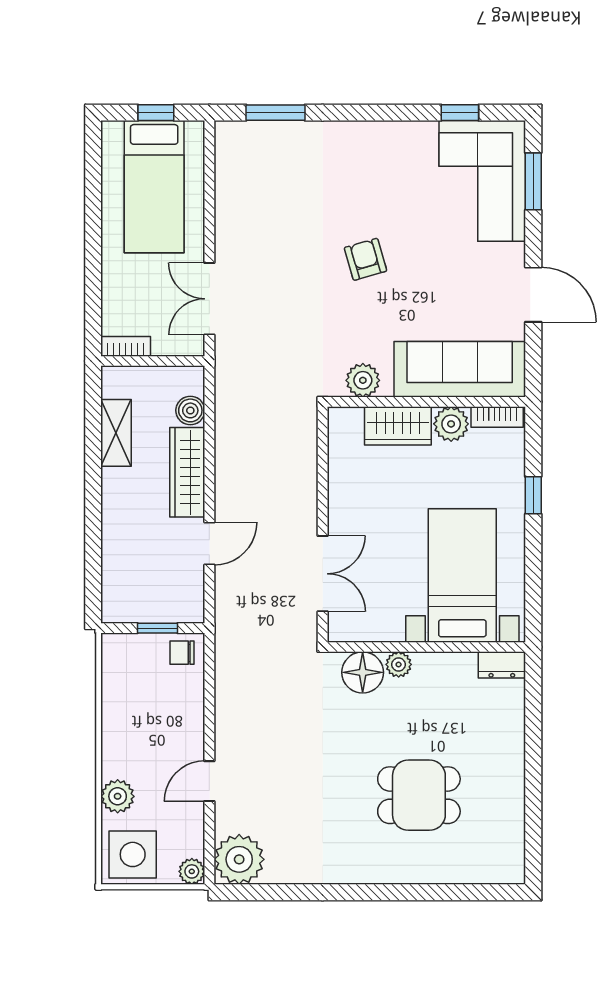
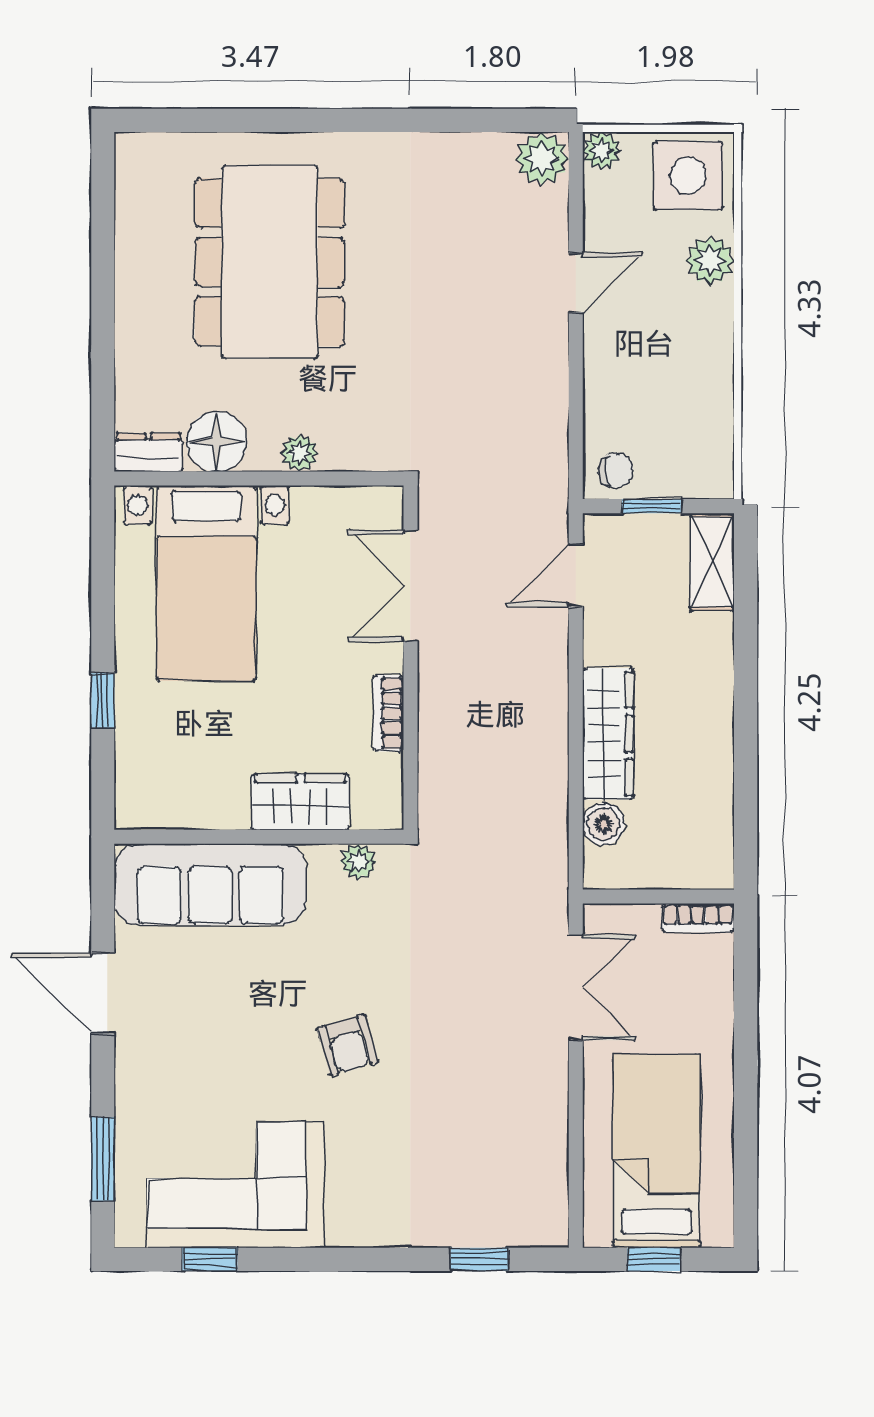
window: (275, 113) -> (479, 1259), width x0.67
corner sofa: (482, 181) -> (235, 1185), moved, turned -90
plant: (363, 380) -> (358, 862), width x0.73, depth x0.73
bookcase: (497, 417) -> (388, 713), moved, turned -90
plant: (451, 424) -> (223, 804), removed
shelving: (116, 433) -> (712, 562), moved
door: (209, 544) -> (576, 575), moved
floor lamp: (363, 672) -> (217, 442), moved
dining table: (419, 795) -> (270, 262), width x1.88, depth x1.24
plant: (239, 859) -> (542, 159), width x0.73, depth x0.73

